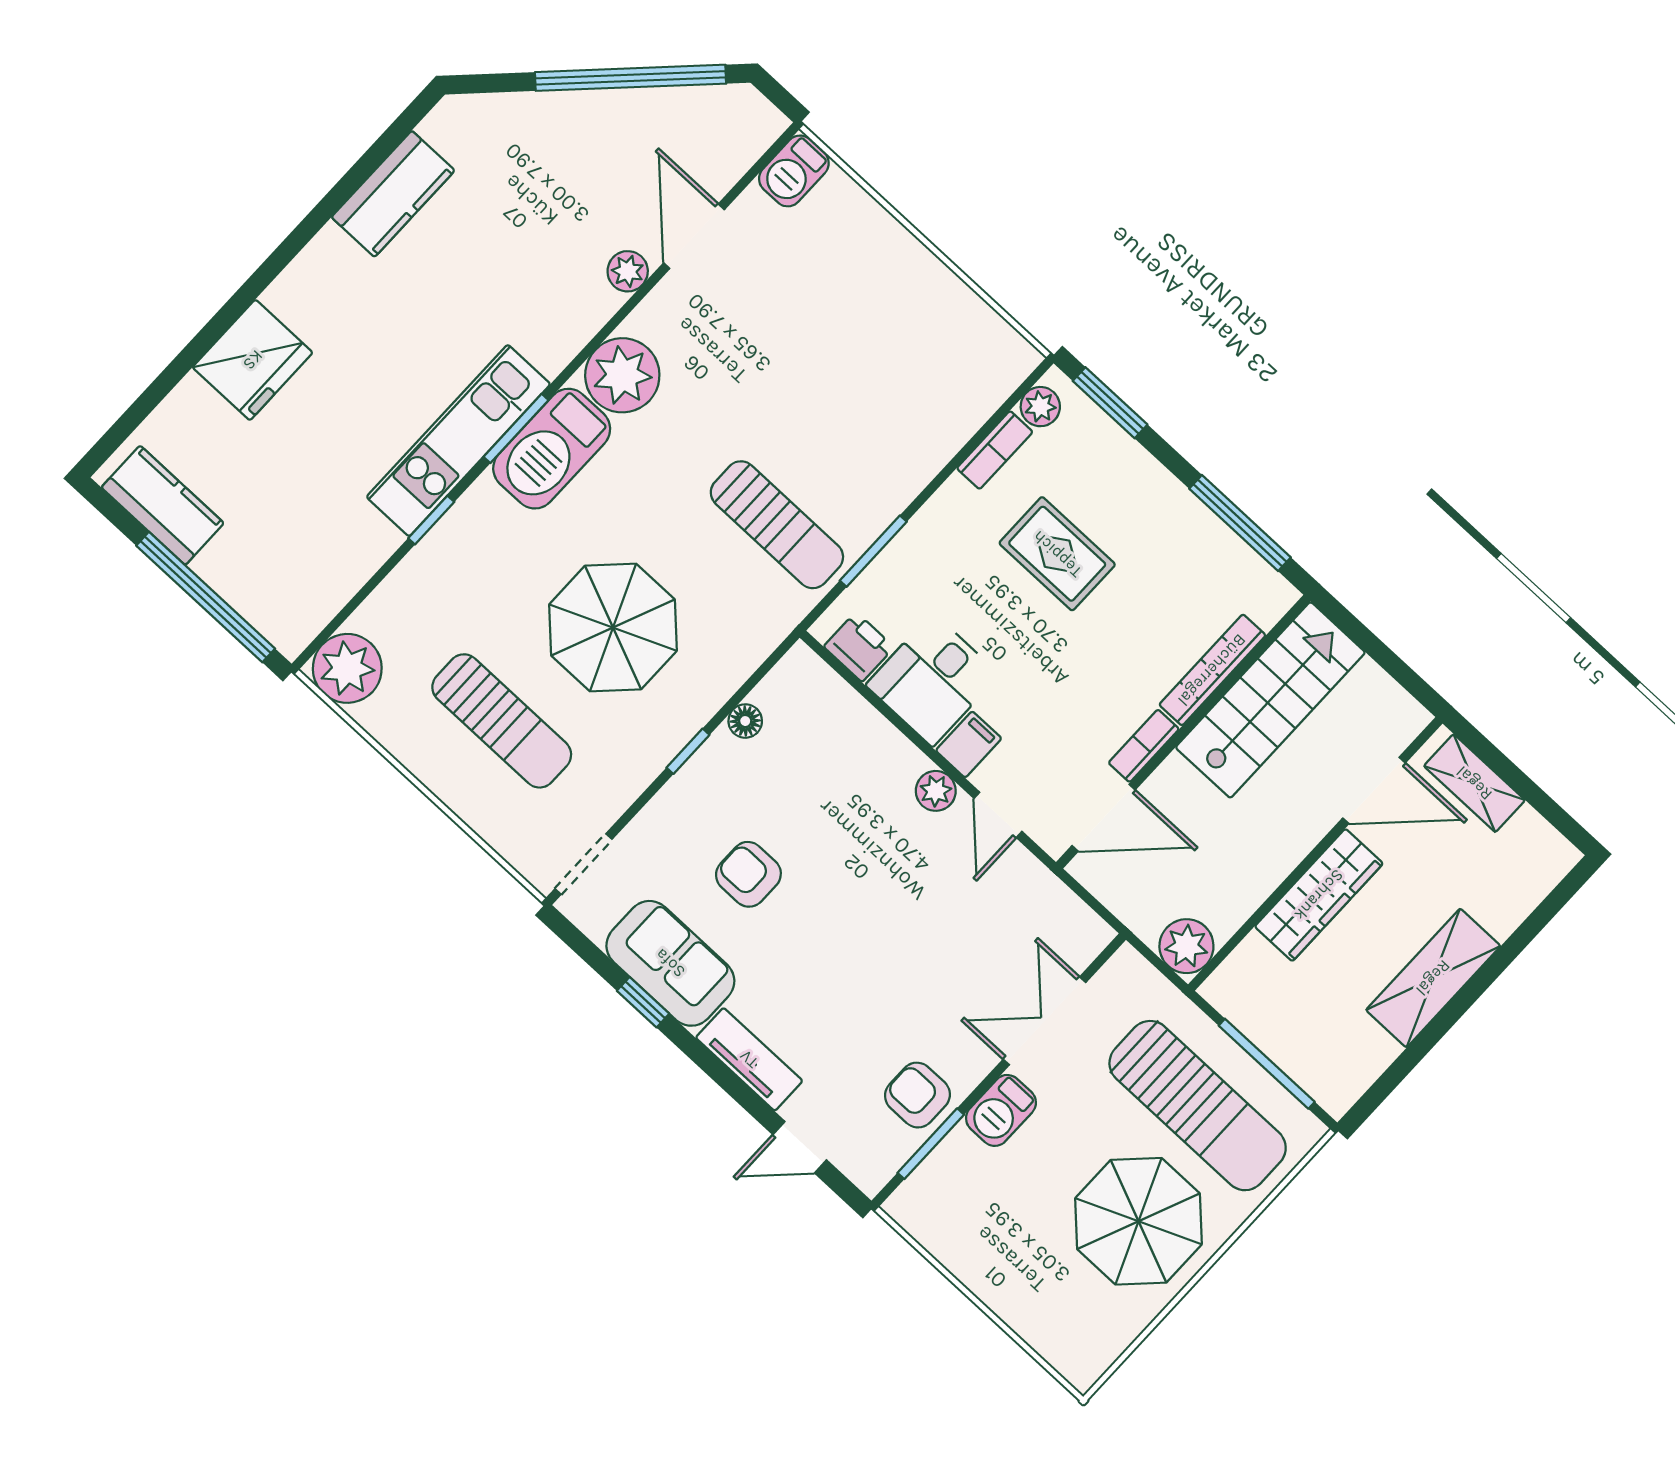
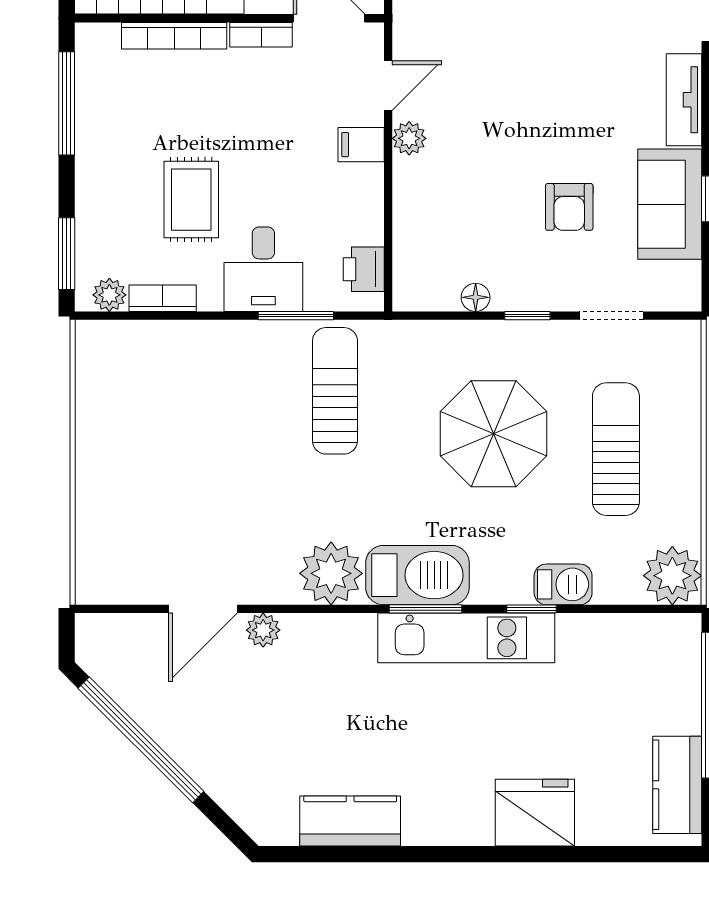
barbecue: (794, 171) -> (563, 584), moved
desk: (933, 680) -> (263, 269), moved, turned 90
doorway: (584, 864) -> (611, 316), moved

